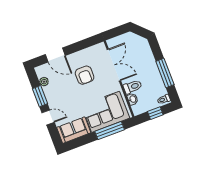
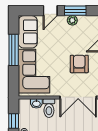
armchair: (85, 75) -> (79, 64), turned 90
plant: (44, 82) -> (72, 20), moved
window: (110, 130) -> (14, 50), moved

